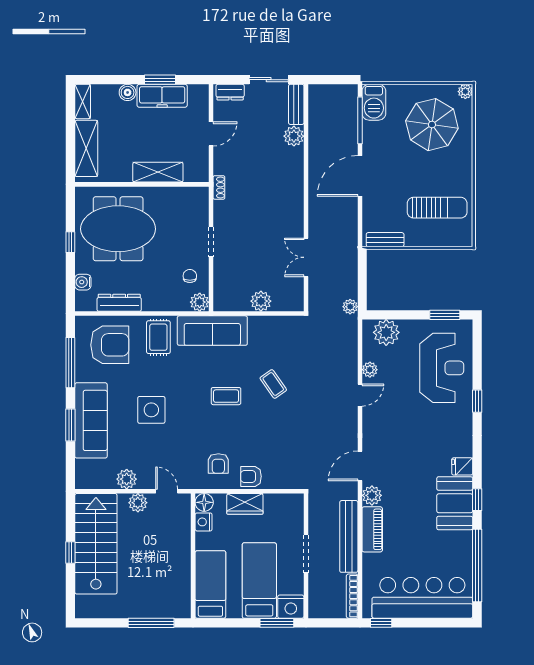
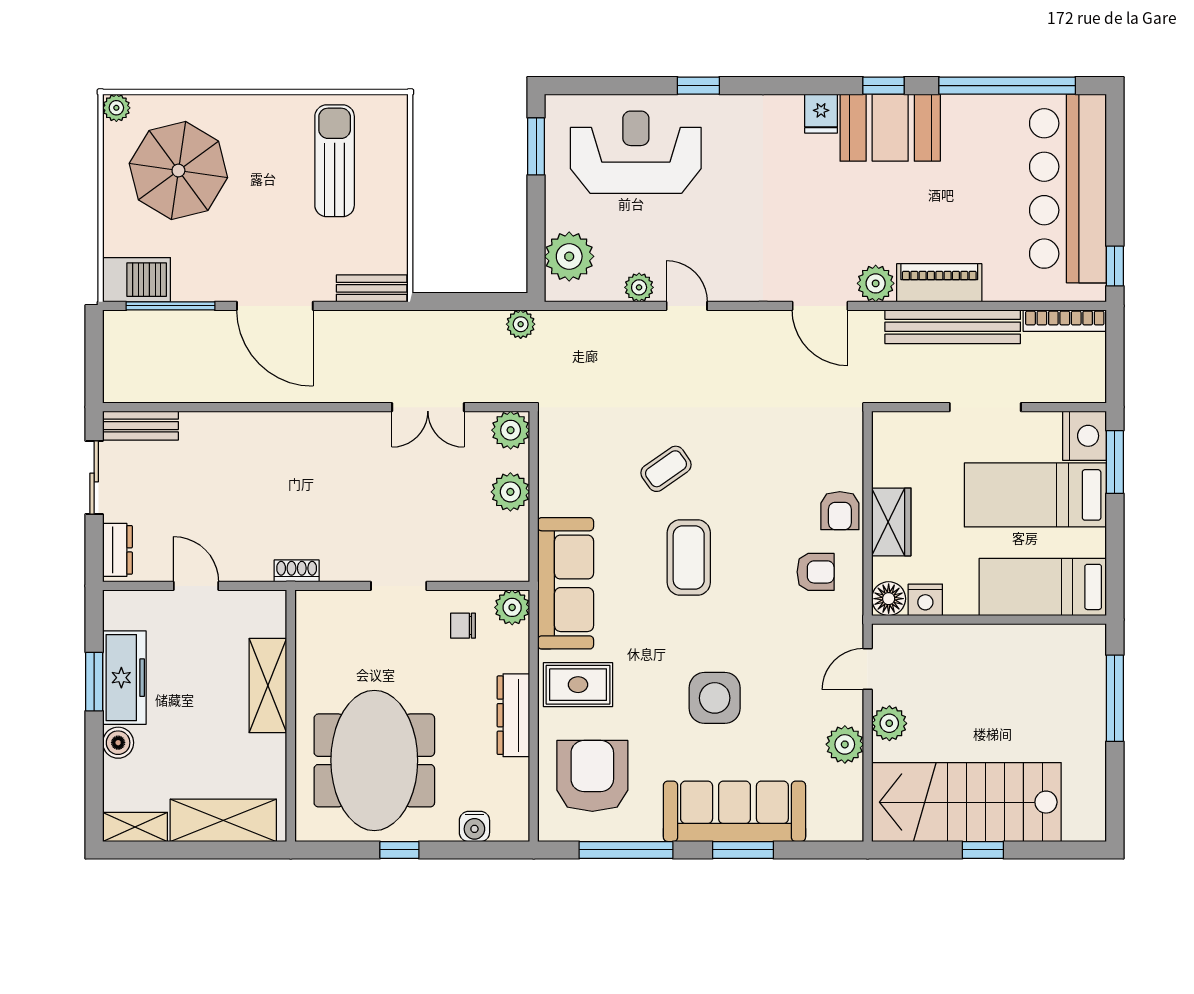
plant: (294, 136) -> (511, 430), moved
bench: (385, 240) -> (372, 288), moved, turned 90
dresser: (119, 303) -> (513, 715), moved
coffee table: (226, 396) -> (689, 558), width x1.36, depth x1.30

